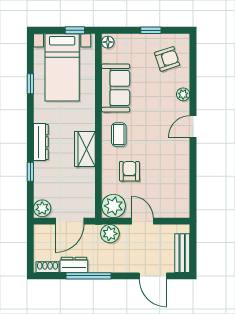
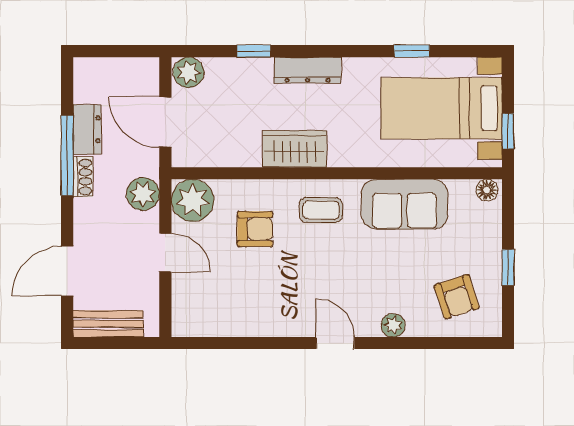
door: (143, 221) -> (165, 253), hinge flipped
shoe rack: (48, 267) -> (83, 177), moved

